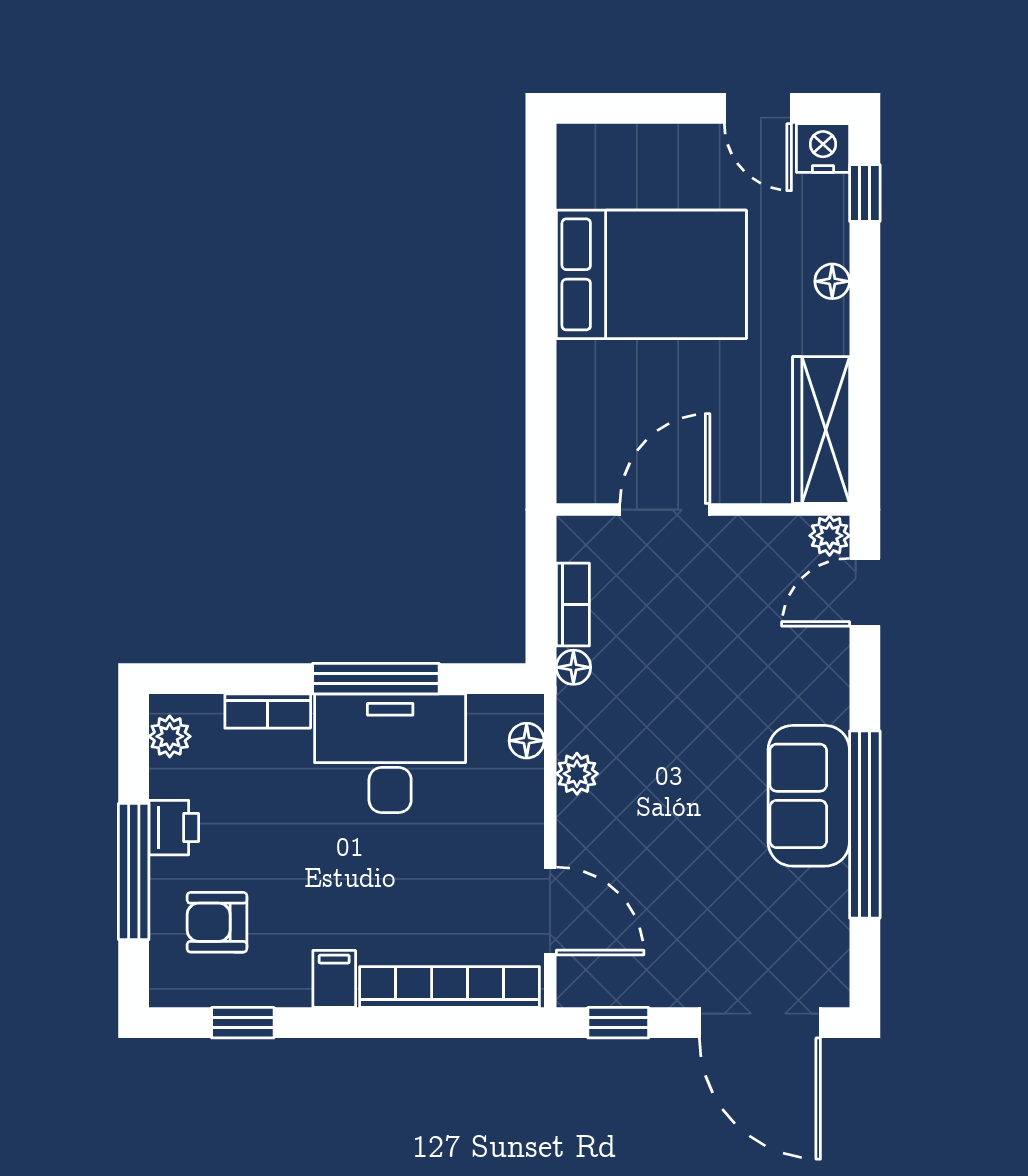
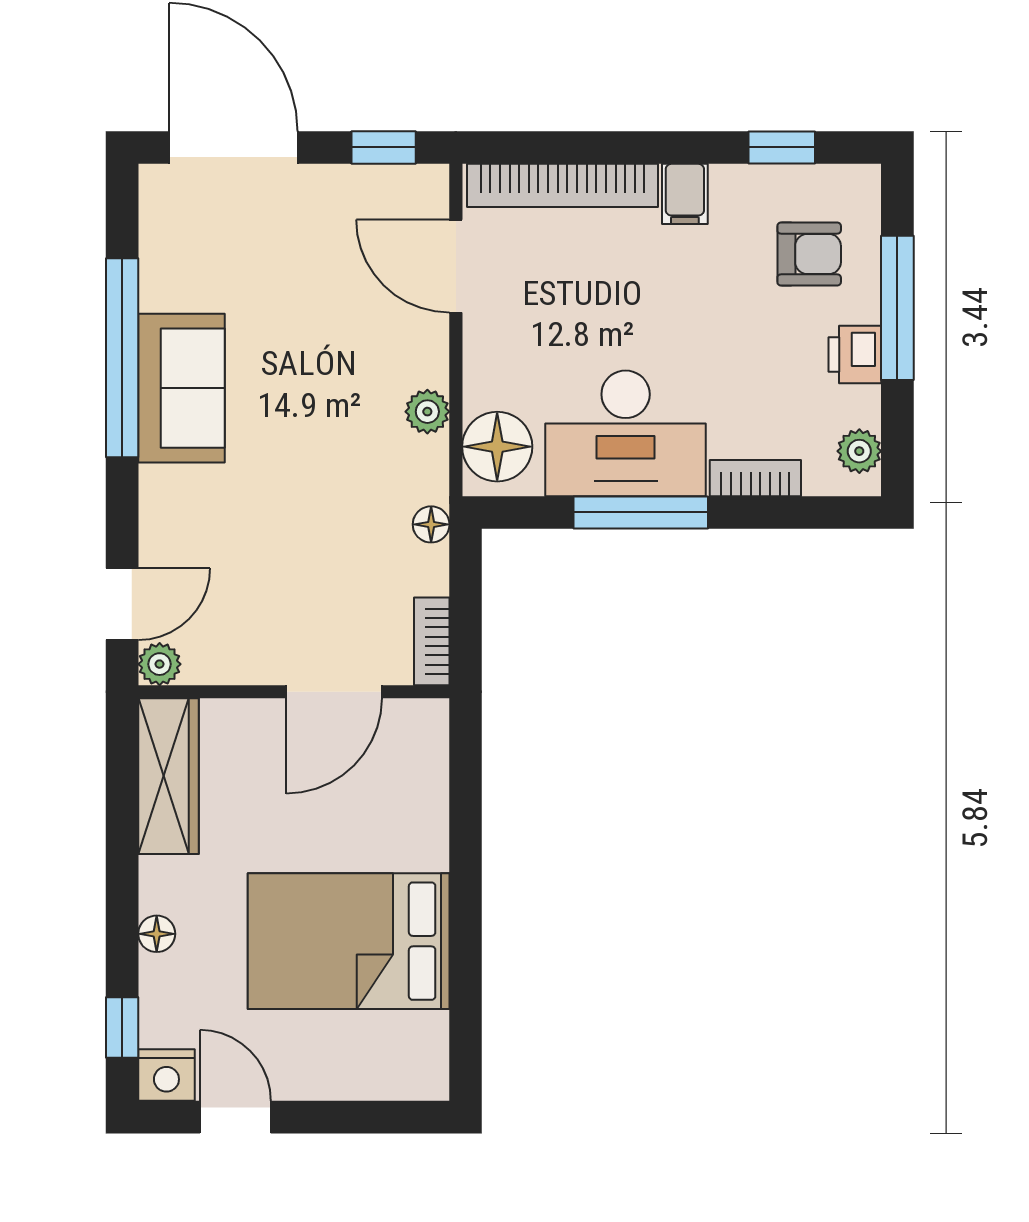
bookcase: (573, 605) -> (432, 641), moved
floor lamp: (527, 741) -> (497, 447), width x1.89, depth x1.89

